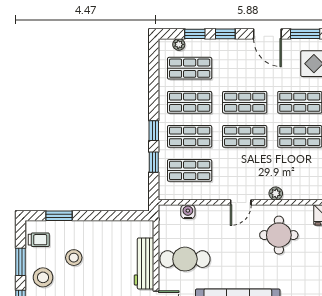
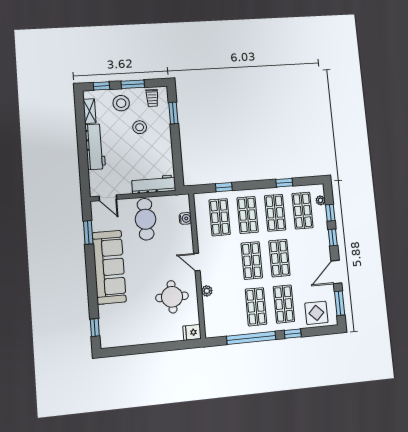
window: (154, 131) -> (284, 183), moved
workbench: (144, 264) -> (154, 184), moved

